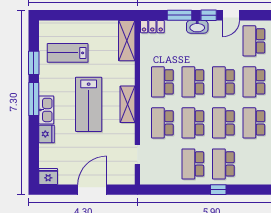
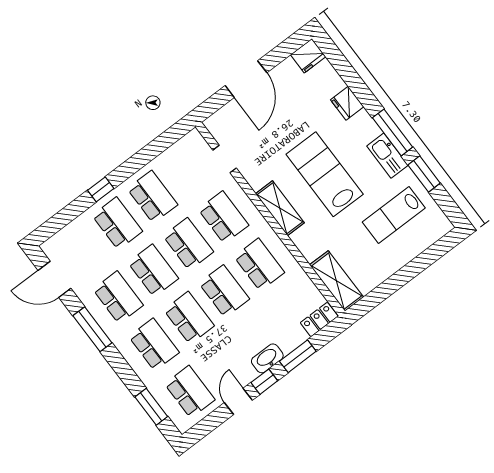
lab bench: (68, 53) -> (394, 215), turned 180
kitchen sink: (46, 110) -> (387, 156), moved

